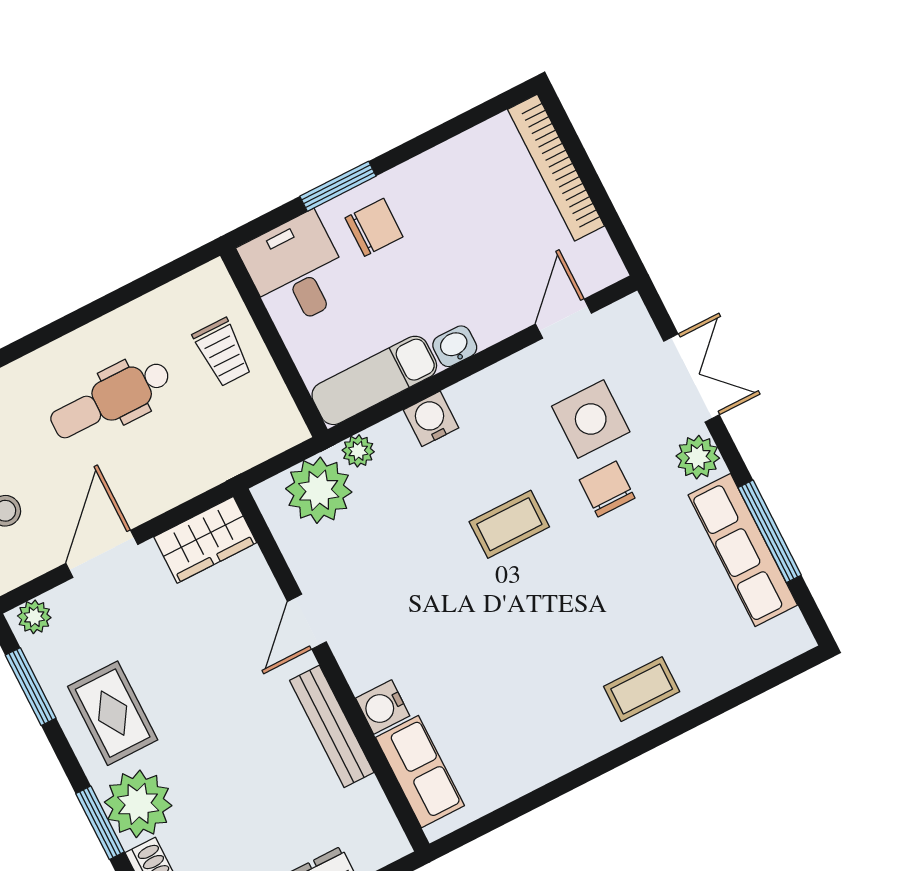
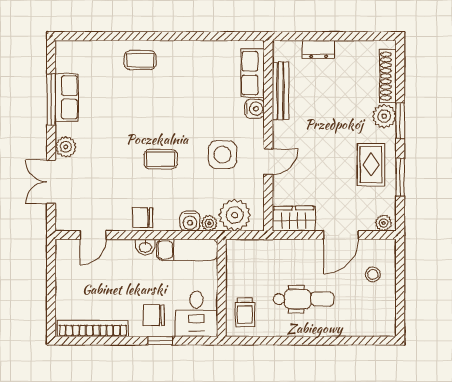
bookcase: (556, 168) -> (93, 329), moved, turned -90
window: (338, 186) -> (160, 341), width x0.67
trolley: (222, 352) -> (245, 312), moved, turned 180
water cooler: (431, 419) -> (190, 221), moved
side table: (591, 419) -> (223, 155), moved
chair: (607, 489) -> (143, 217), moved, turned 90
row of seats: (743, 550) -> (67, 97), width x0.68
window: (31, 687) -> (400, 177), moved
bench: (332, 726) -> (280, 91), moved
plant: (138, 804) -> (384, 116), width x0.73, depth x0.73

